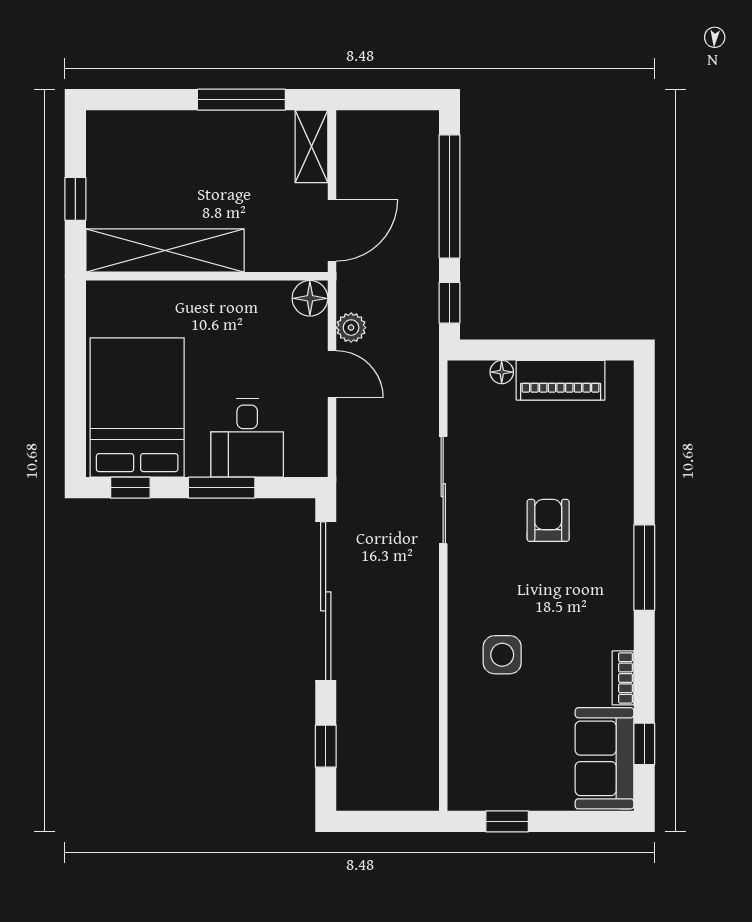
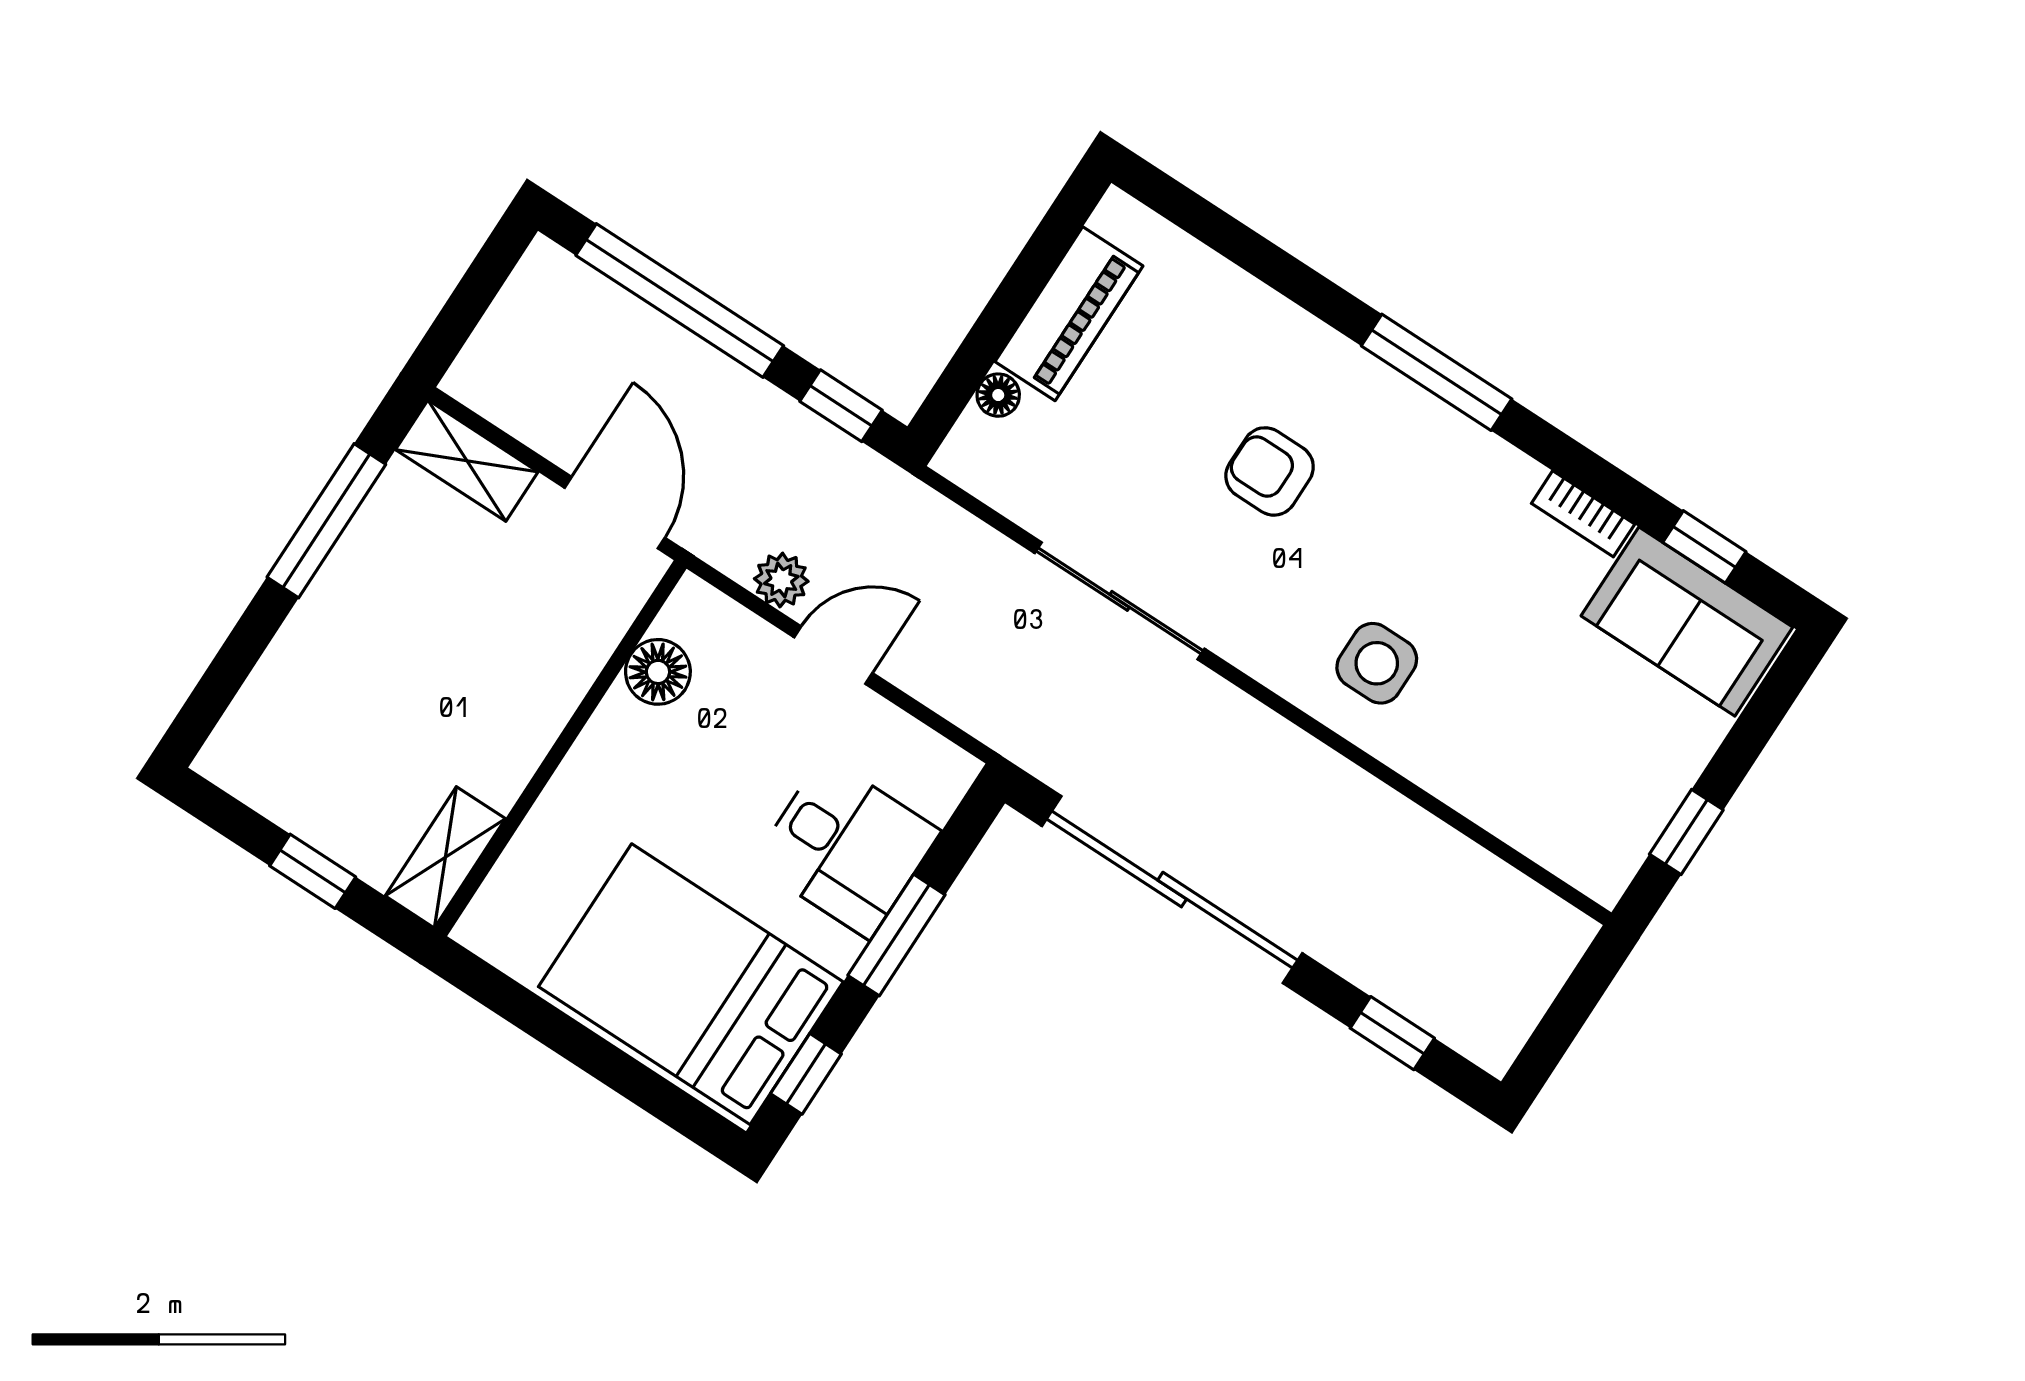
shelving: (165, 250) -> (445, 857), width x0.45, depth x0.75
floor lamp: (310, 298) -> (658, 672), moved
side table: (502, 655) -> (1377, 663), moved

